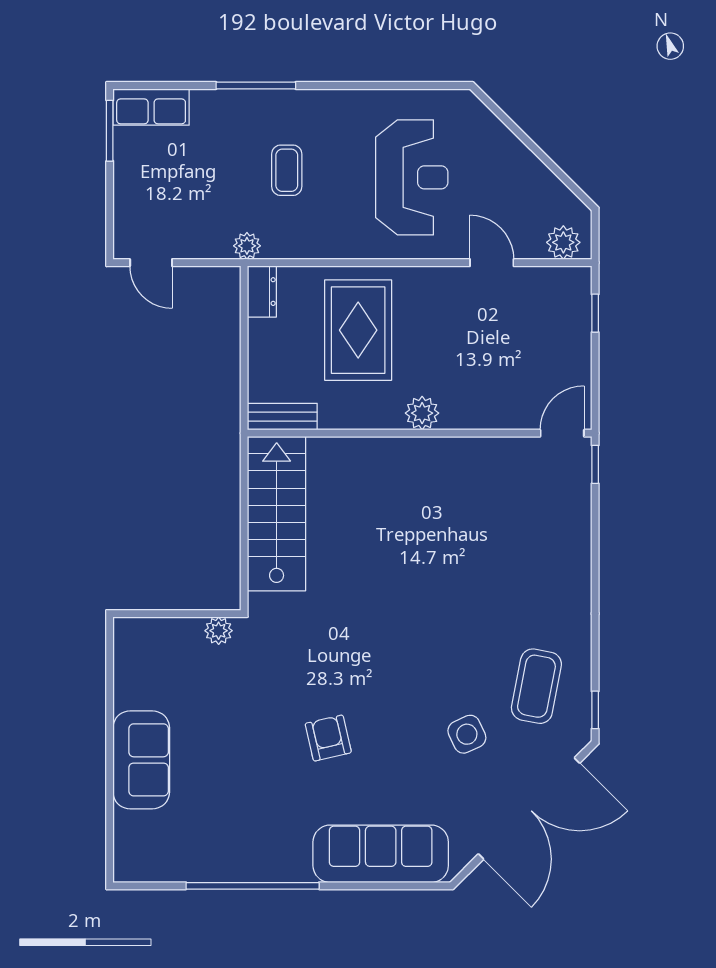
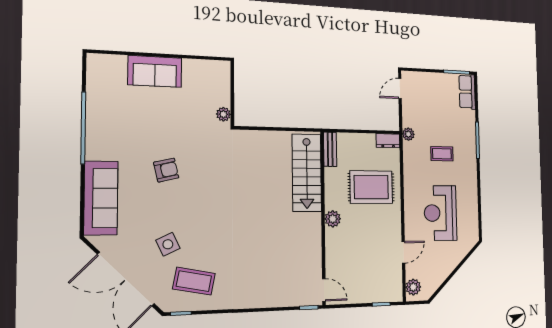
reception desk: (412, 177) -> (440, 213), turned 90
stairs: (277, 514) -> (307, 173), moved, turned 90

